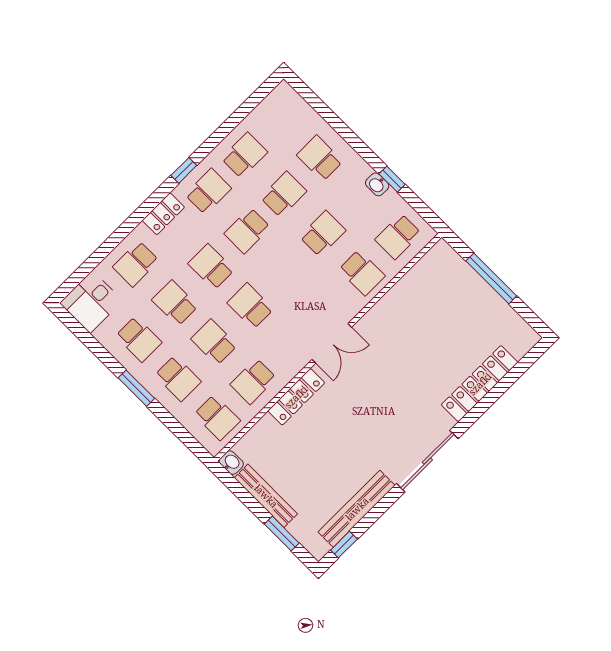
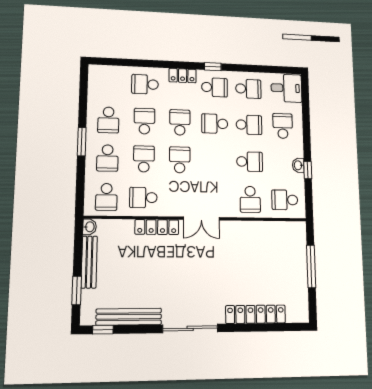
desk: (91, 302) -> (286, 88), moved, turned 180

